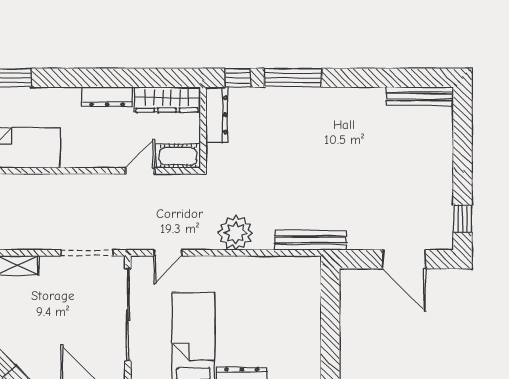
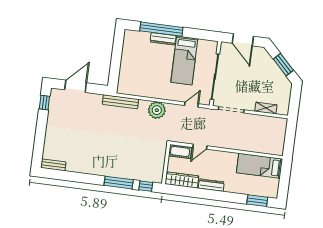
bench: (420, 96) -> (53, 165), width x0.73
dresser: (217, 115) -> (159, 169), removed
door: (404, 259) -> (76, 86), hinge flipped

